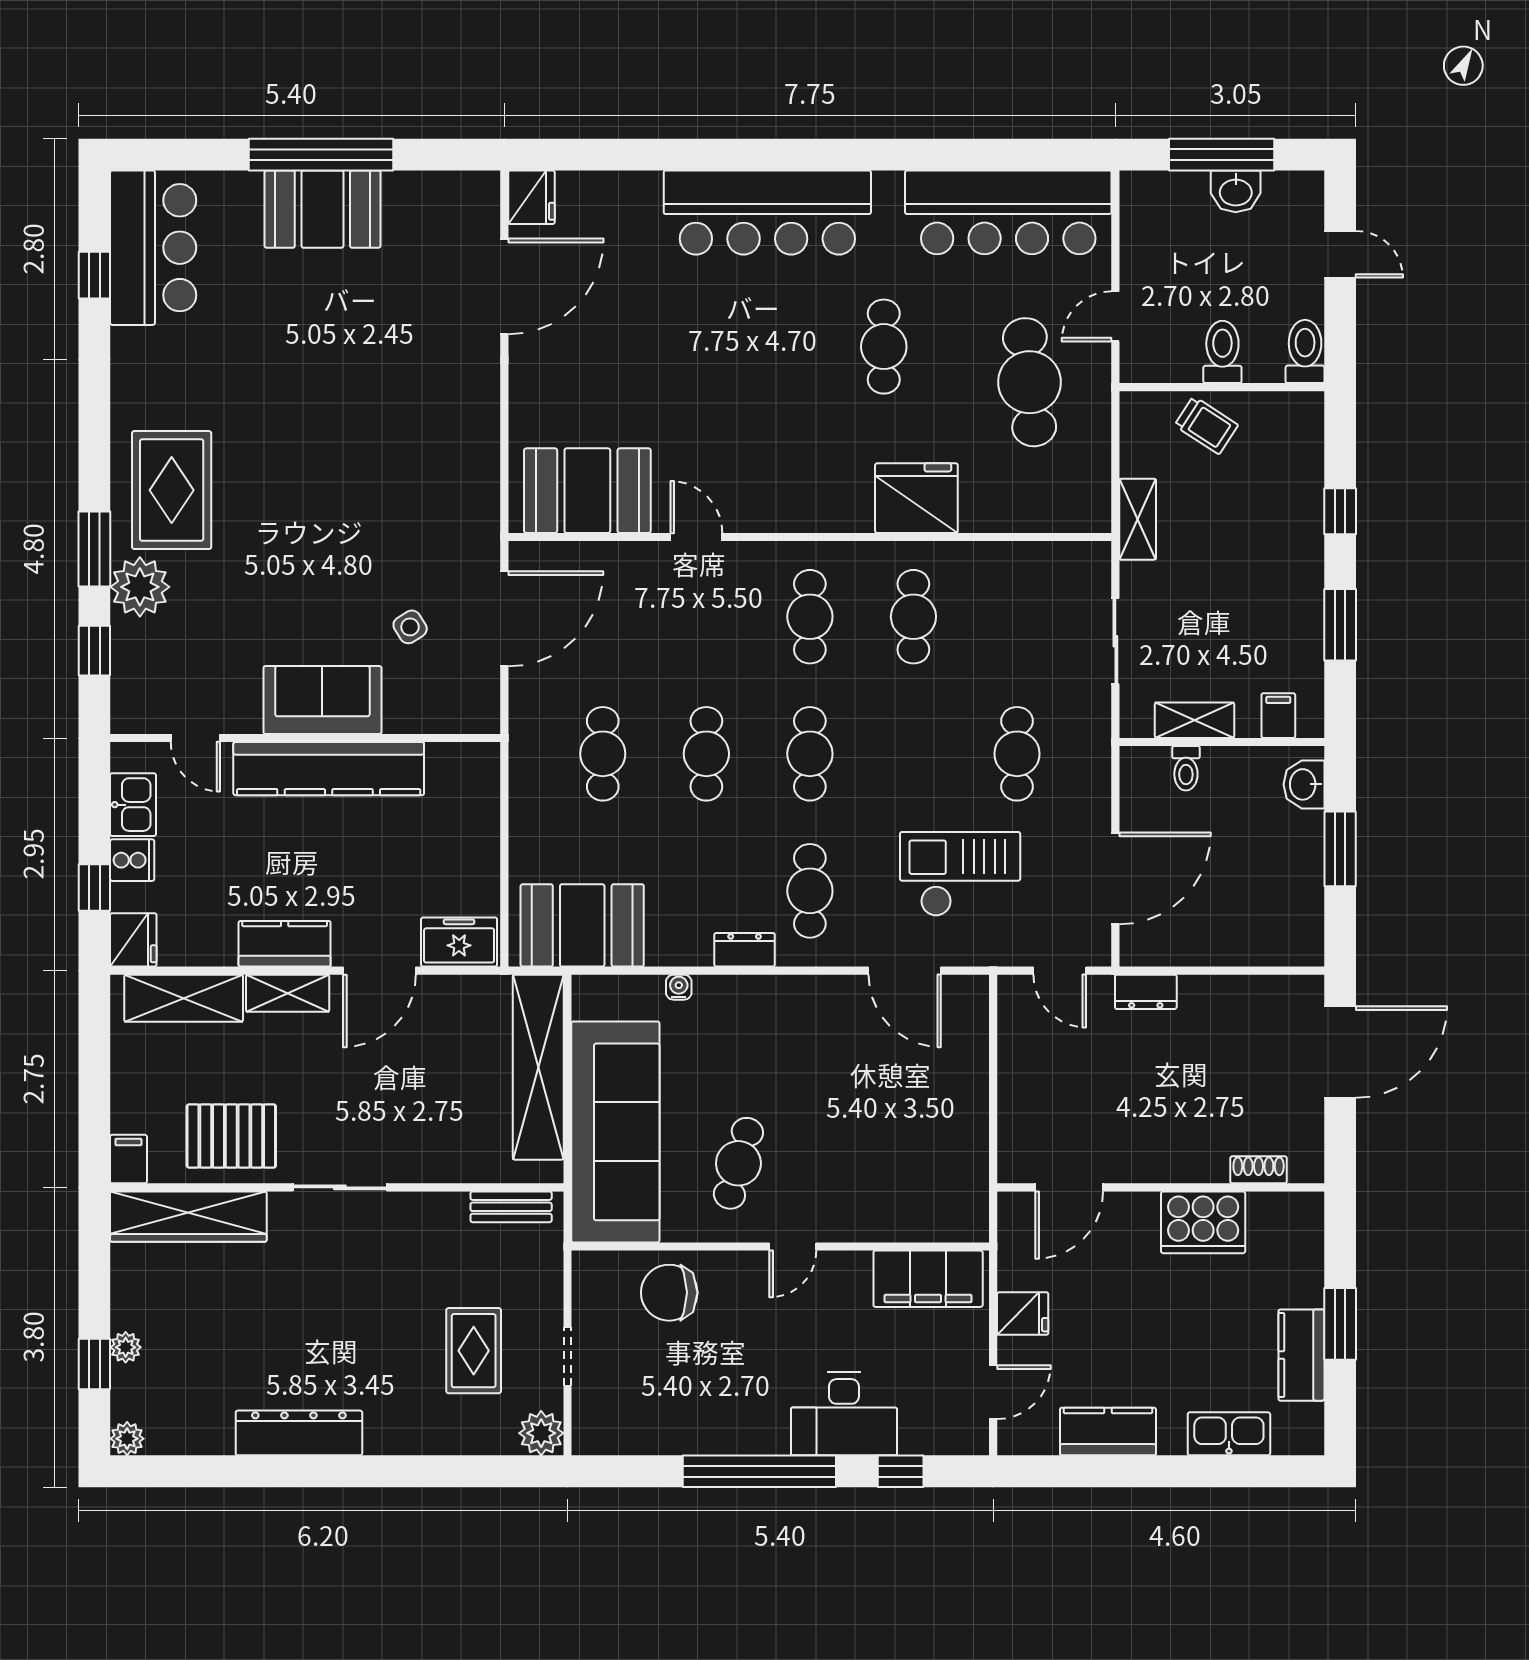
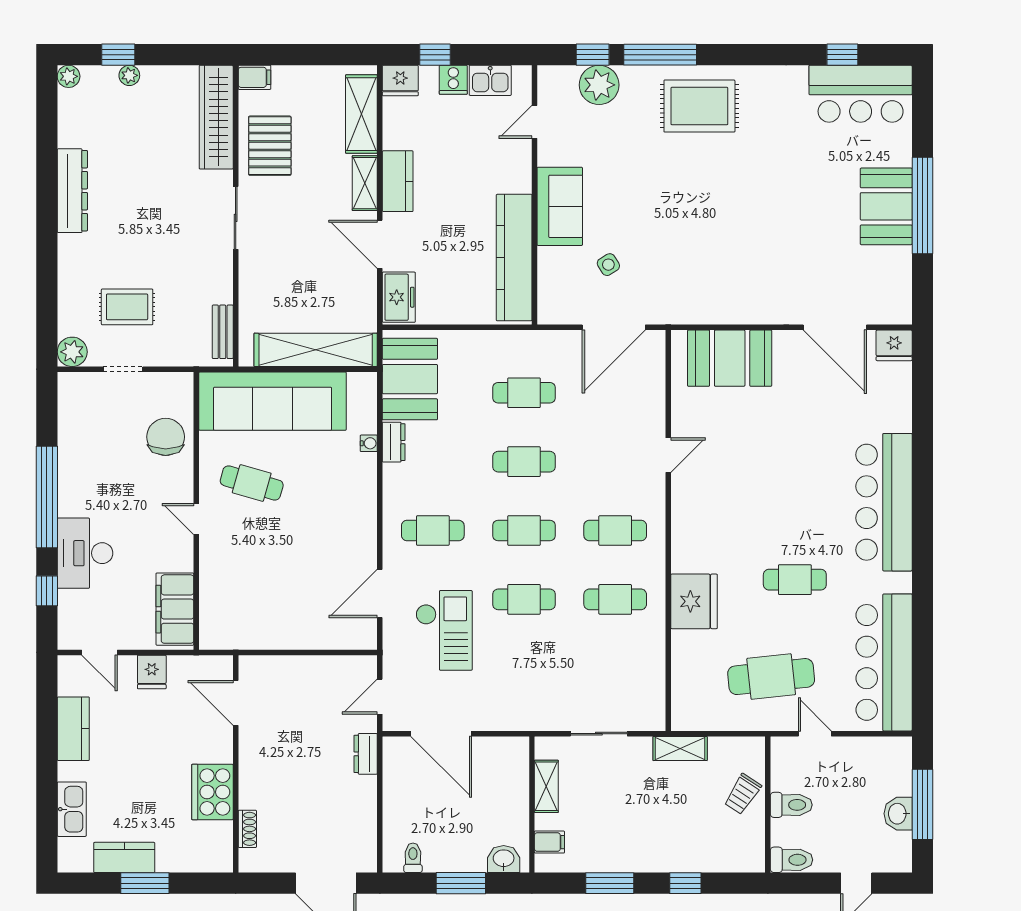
booth: (587, 491) -> (730, 358), moved, turned 90
window: (94, 549) -> (660, 55), width x1.44
plant: (140, 587) -> (599, 85), moved
door: (504, 619) -> (614, 327), hinge flipped
cafe table: (1017, 754) -> (524, 599), moved
toilet: (1186, 768) -> (413, 858), moved, turned 90
kitchen counter: (329, 769) -> (514, 258), moved
dresser: (745, 950) -> (394, 442), moved

